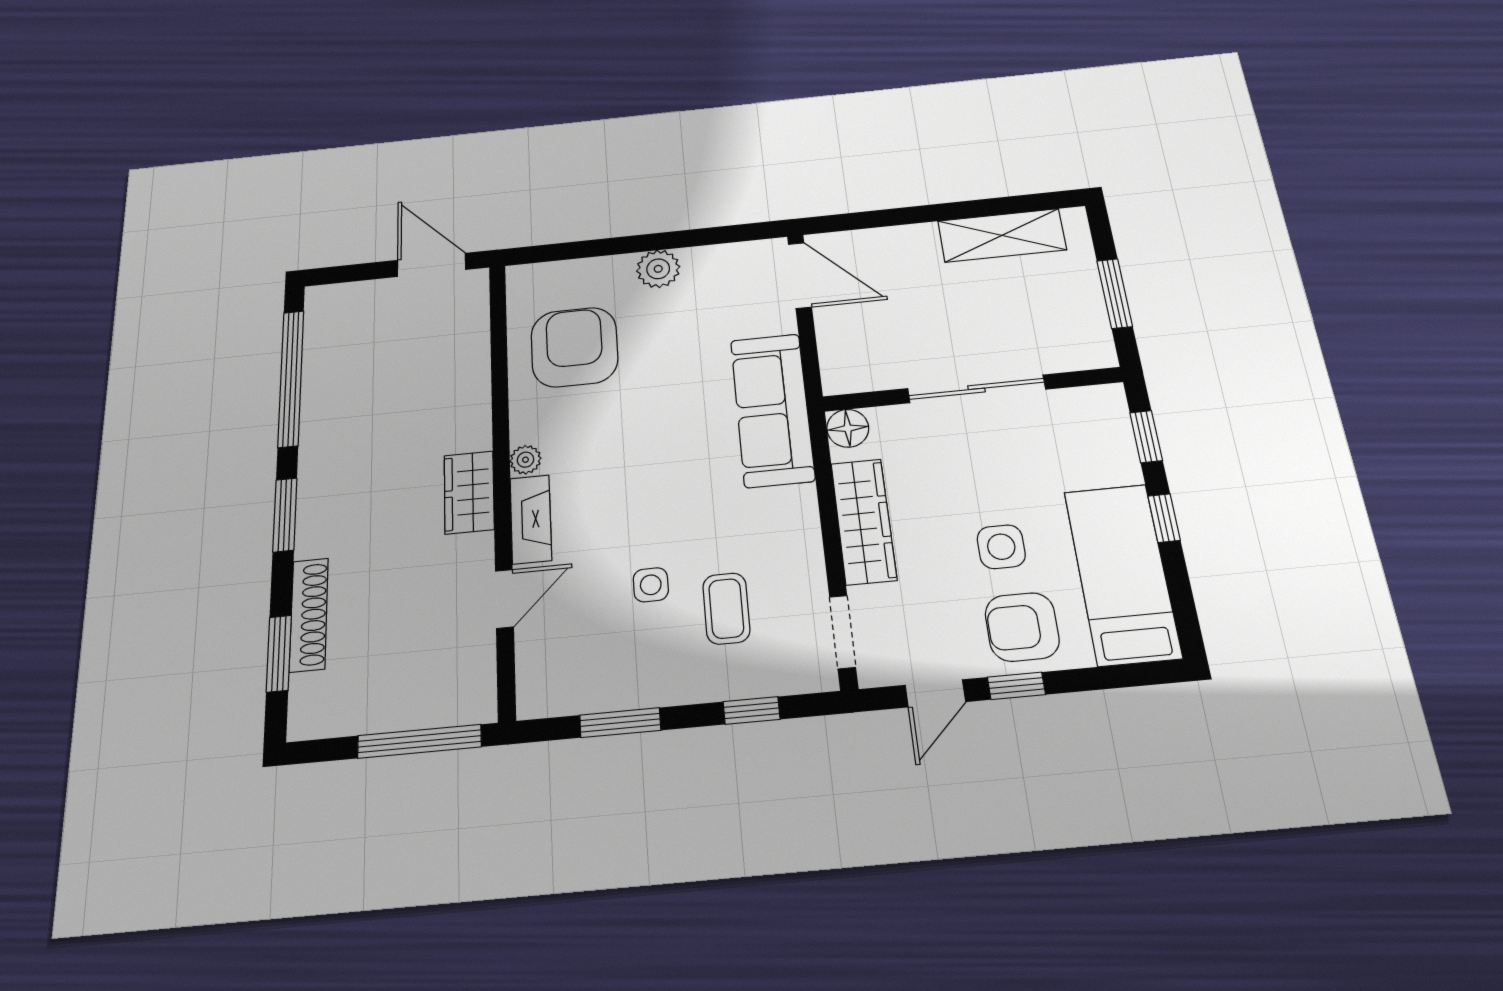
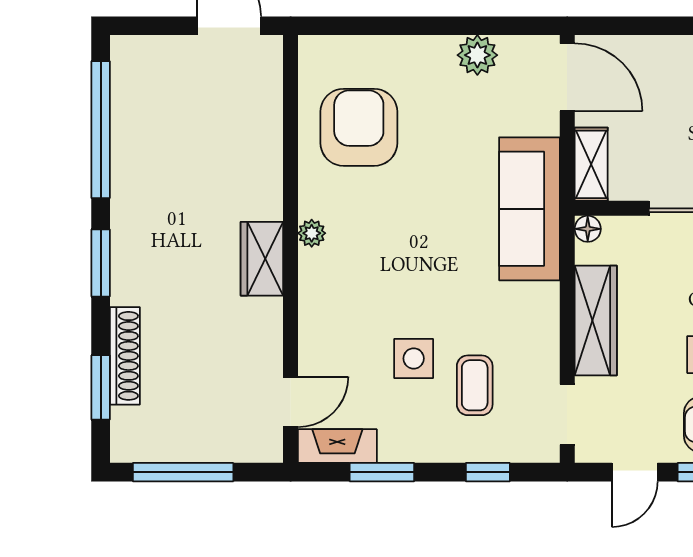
plant: (658, 269) -> (477, 55), moved
shelving: (837, 357) -> (591, 164), added
floor lamp: (848, 428) -> (588, 229), width x0.73, depth x0.73
fireplace: (531, 519) -> (337, 446), moved, turned -90
side table: (651, 585) -> (414, 358), width x1.37, depth x1.37
door: (504, 599) -> (291, 402), moved
window: (419, 741) -> (183, 472), moved

